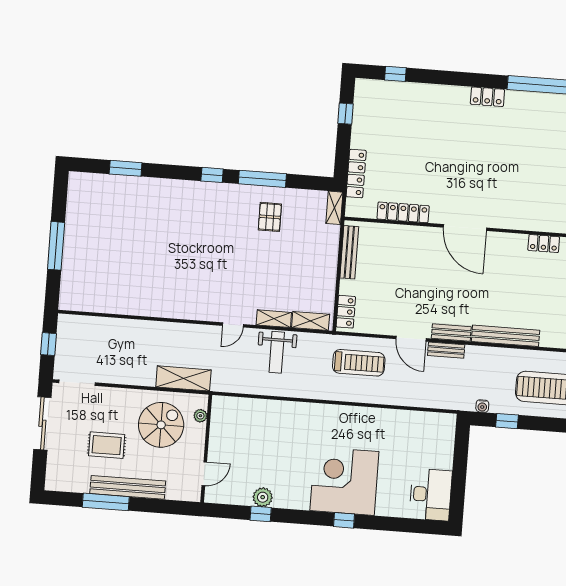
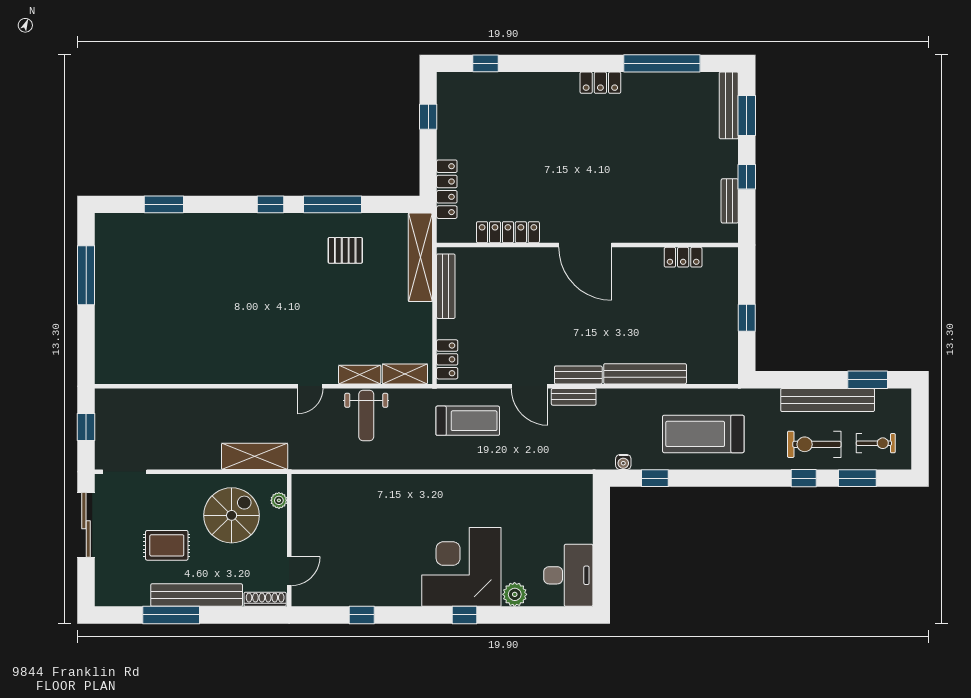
shelving: (334, 208) -> (420, 257), width x2.20, depth x1.33
pallet: (270, 217) -> (345, 250), turned 90
window: (56, 246) -> (86, 275), moved
shoe rack: (183, 495) -> (265, 599), added
plant: (263, 497) -> (515, 594), moved

